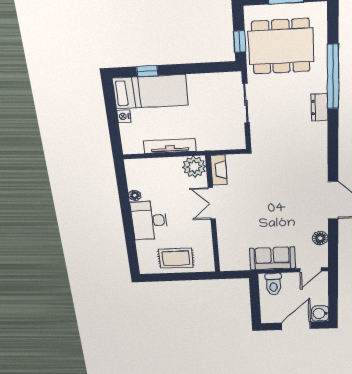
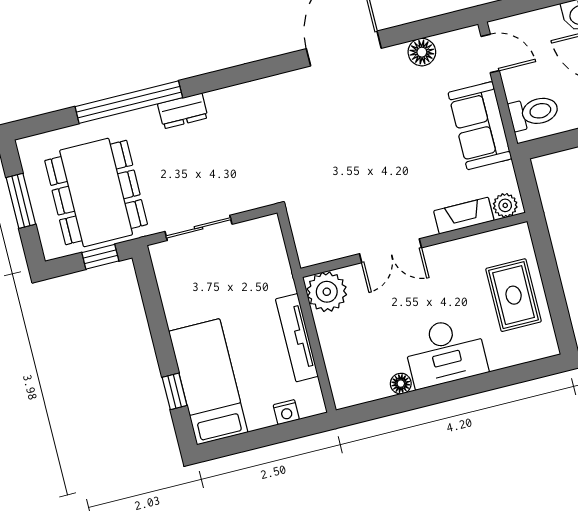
nightstand: (124, 116) -> (286, 412), moved
fireplace: (219, 170) -> (464, 216), moved
plant: (226, 263) -> (505, 205), added

